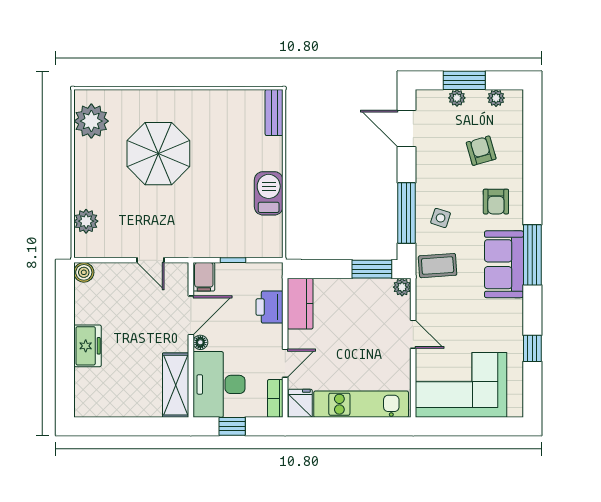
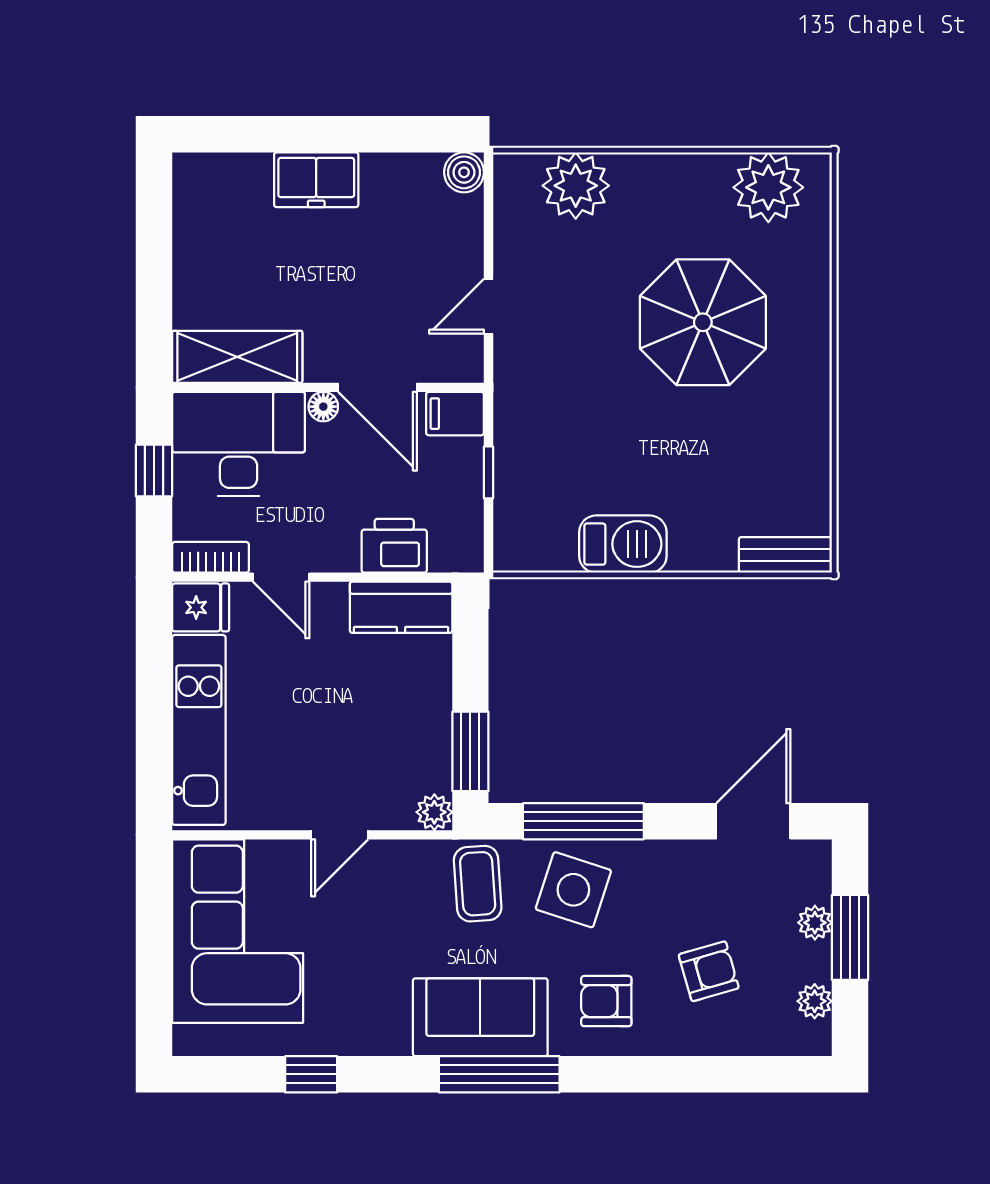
side table: (441, 218) -> (573, 890), width x1.87, depth x1.87
plant: (86, 221) -> (576, 186), width x1.36, depth x1.36

